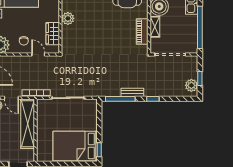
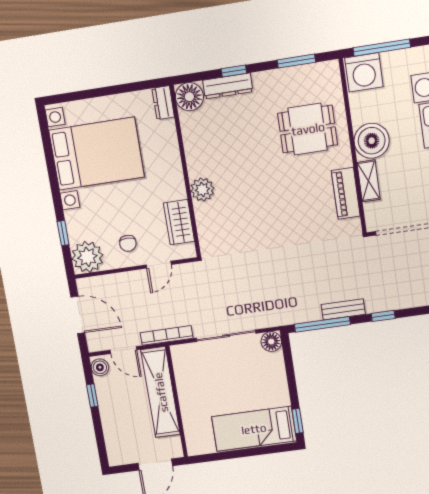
door: (38, 55) -> (159, 265), swing flipped
floor lamp: (92, 104) -> (271, 342), added
bed: (75, 146) -> (254, 429), width x0.67

